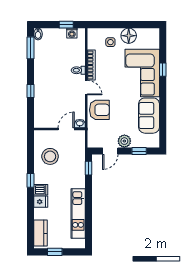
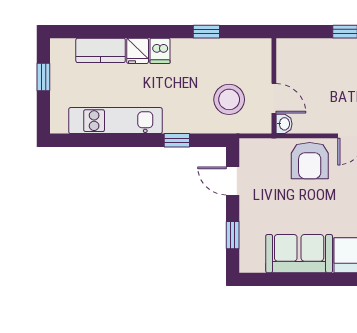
plant: (124, 141) -> (251, 207), removed
stool: (50, 156) -> (229, 99), moved
window: (89, 168) -> (177, 140), moved
window: (31, 180) -> (206, 32), moved
kitchen counter: (41, 233) -> (101, 50), moved

